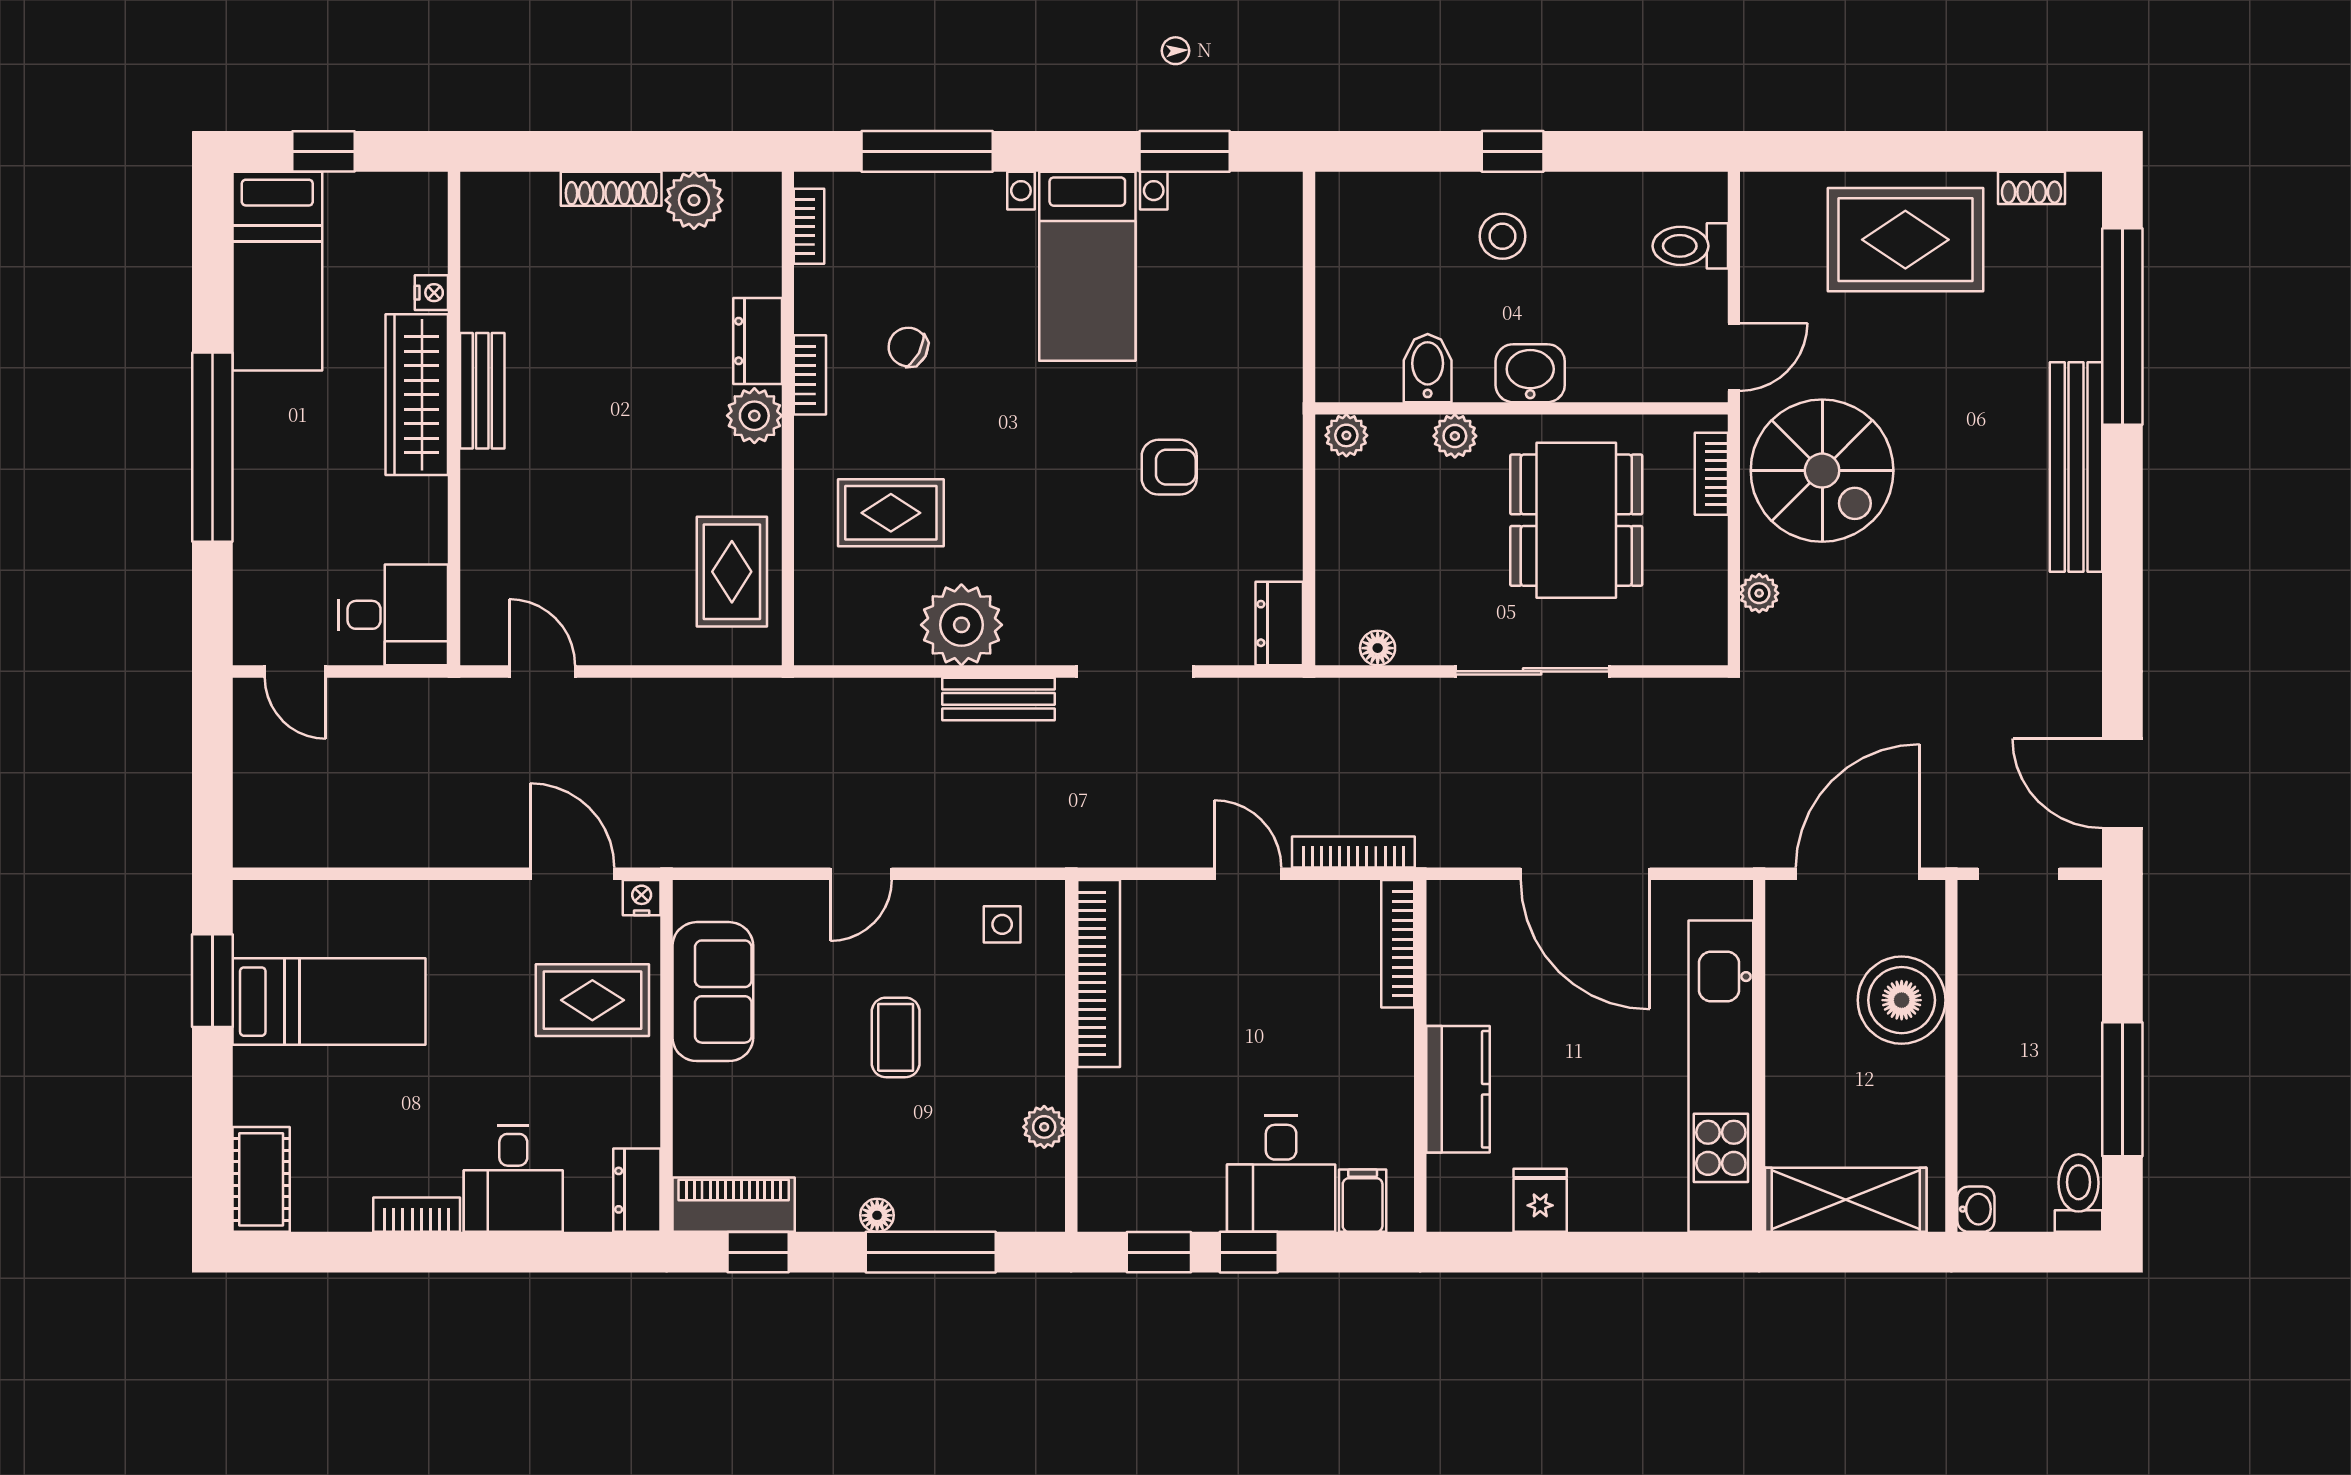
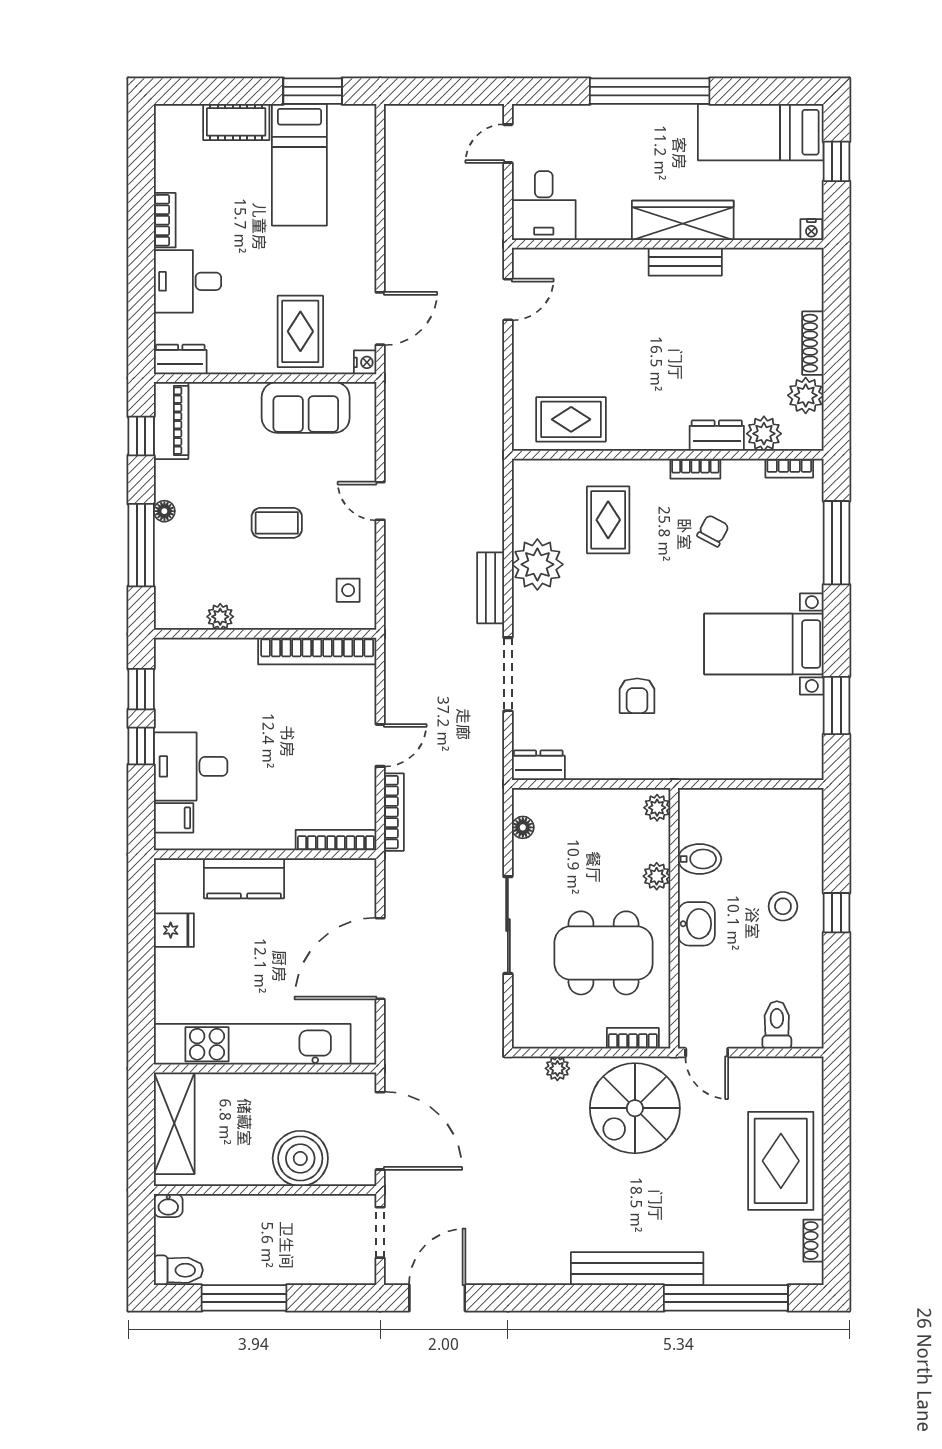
nightstand: (431, 293) -> (811, 230), moved
plant: (754, 416) -> (764, 434), moved
cot: (261, 1179) -> (236, 122), moved

